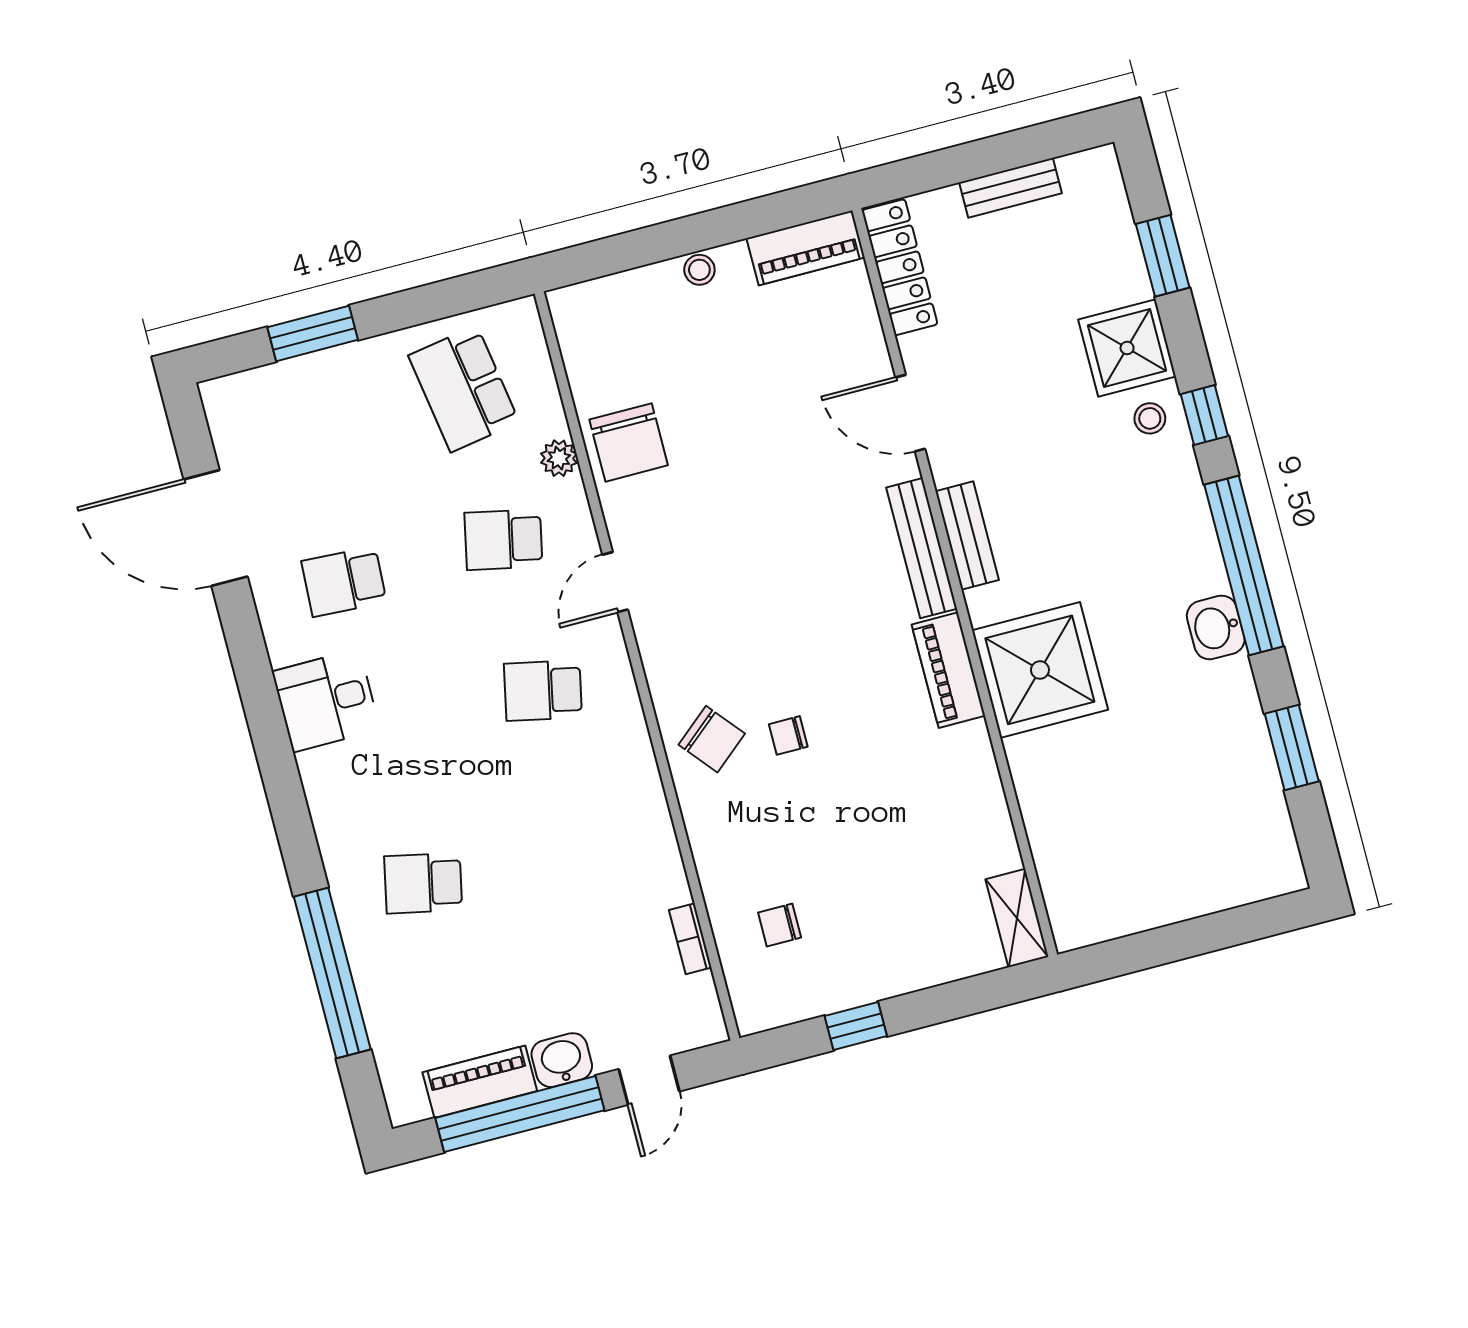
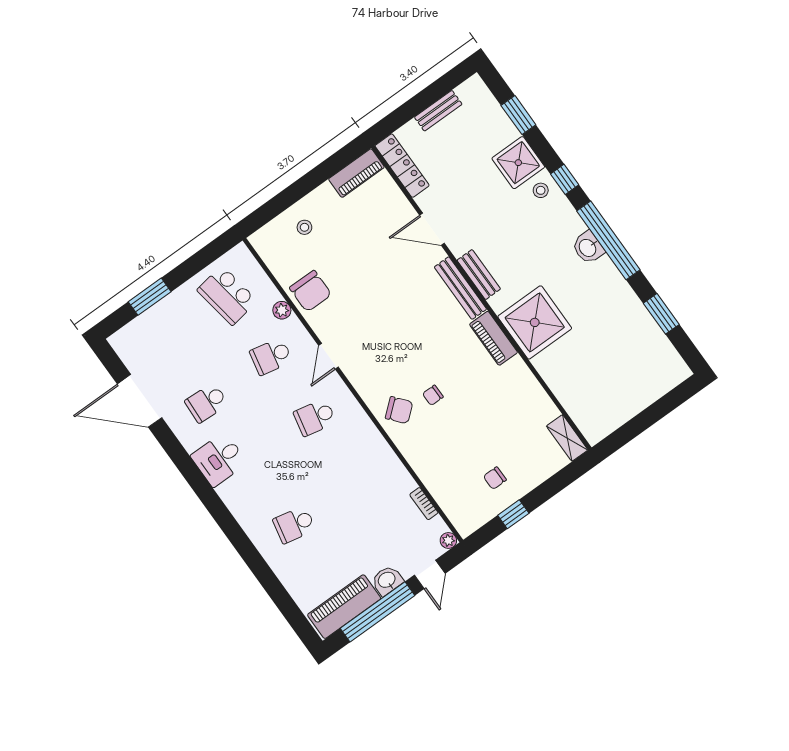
stool: (699, 270) -> (304, 227), moved
washbasin: (1216, 627) -> (588, 248), moved
chair: (780, 925) -> (495, 478), moved
window: (332, 973) -> (269, 581), removed
plant: (710, 1028) -> (448, 540), added
piano: (480, 1082) -> (344, 607), width x1.37, depth x1.33

